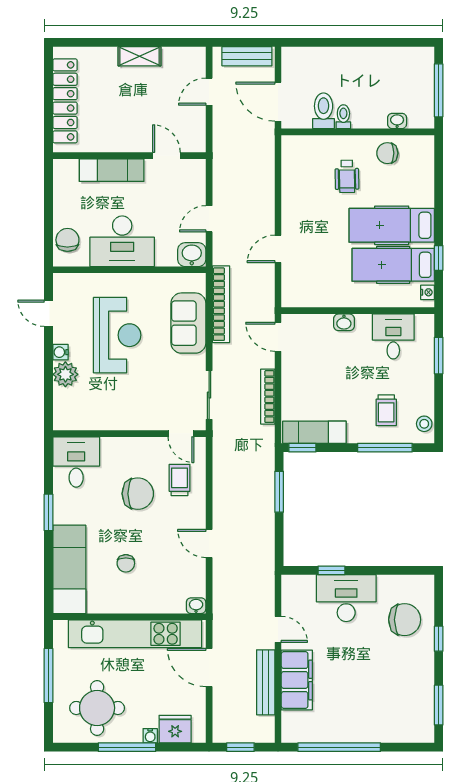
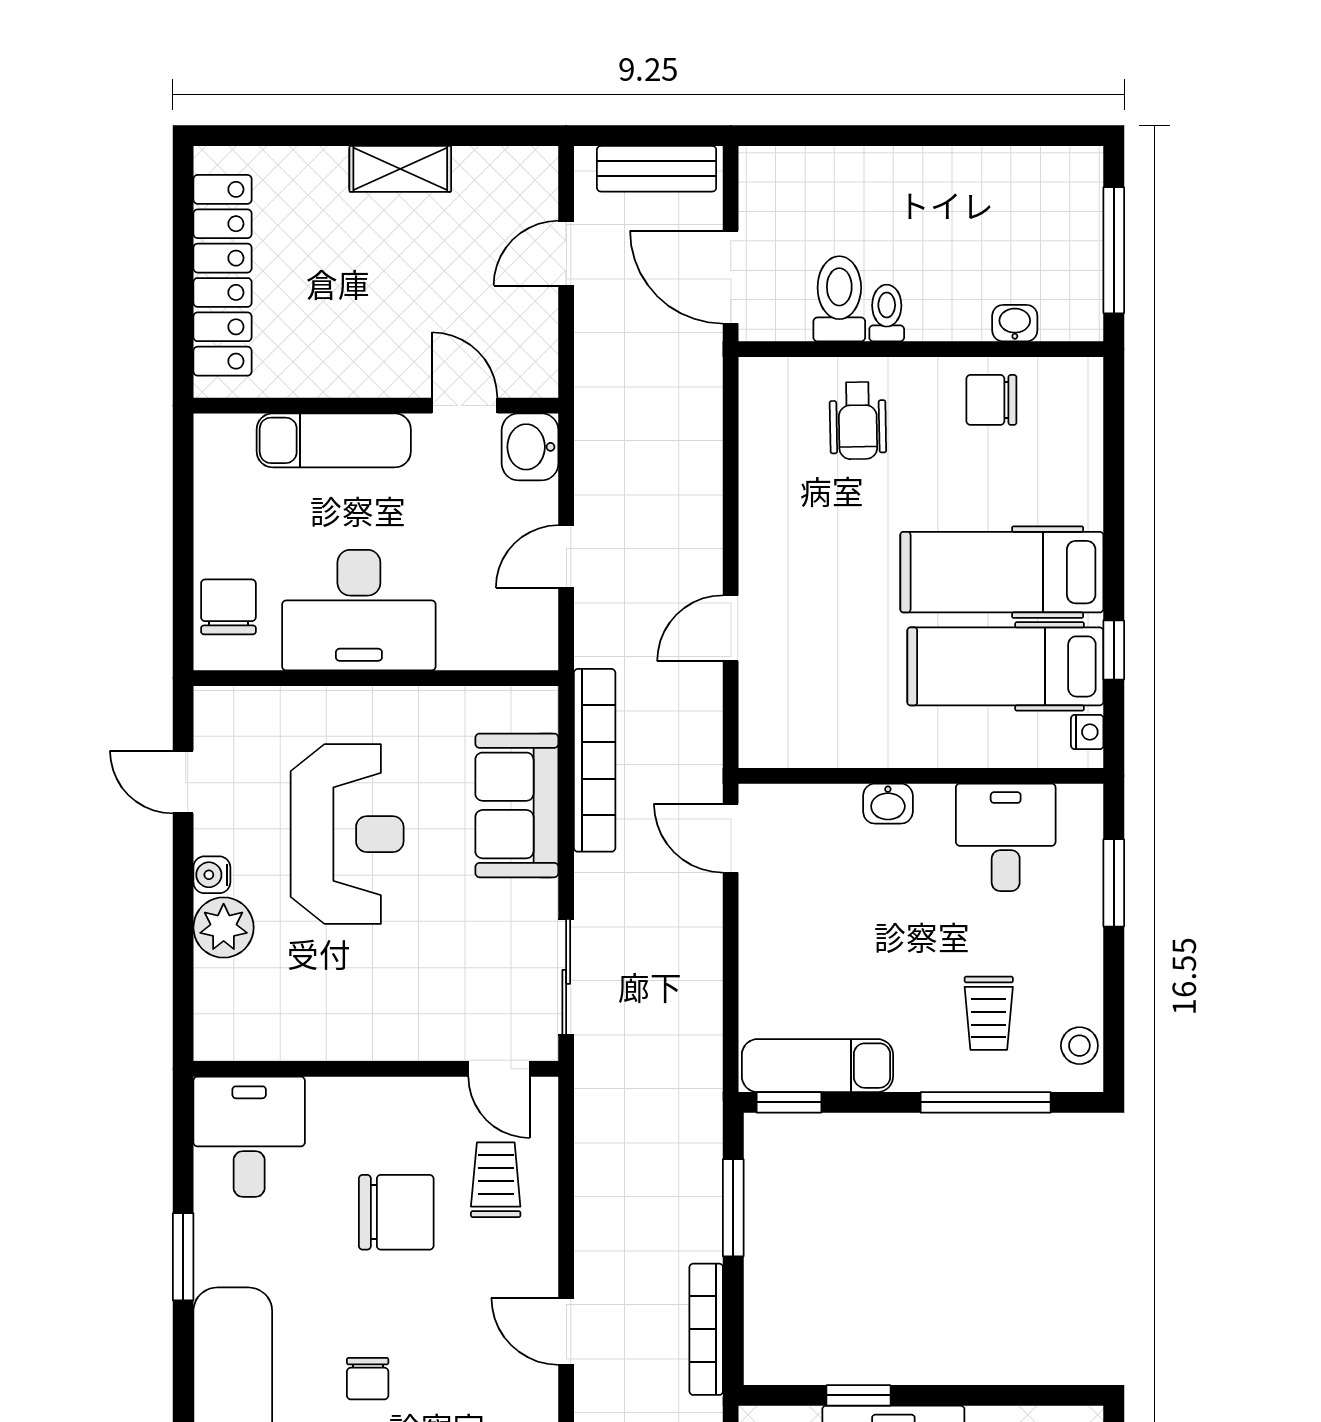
wheelchair: (347, 176) -> (858, 421), moved
washbasin: (192, 255) -> (530, 447), moved, turned -90
bookcase: (268, 397) -> (706, 1329), moved

